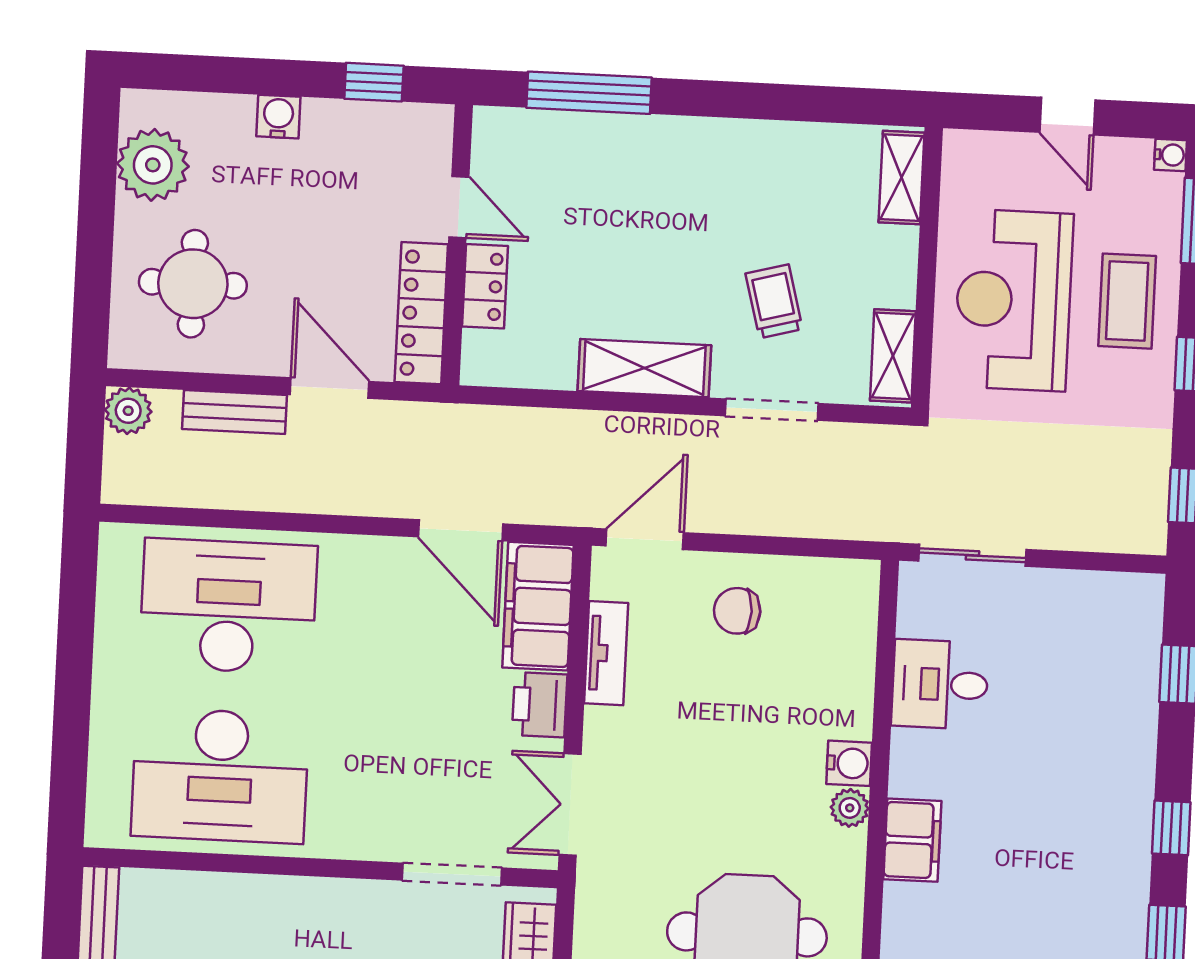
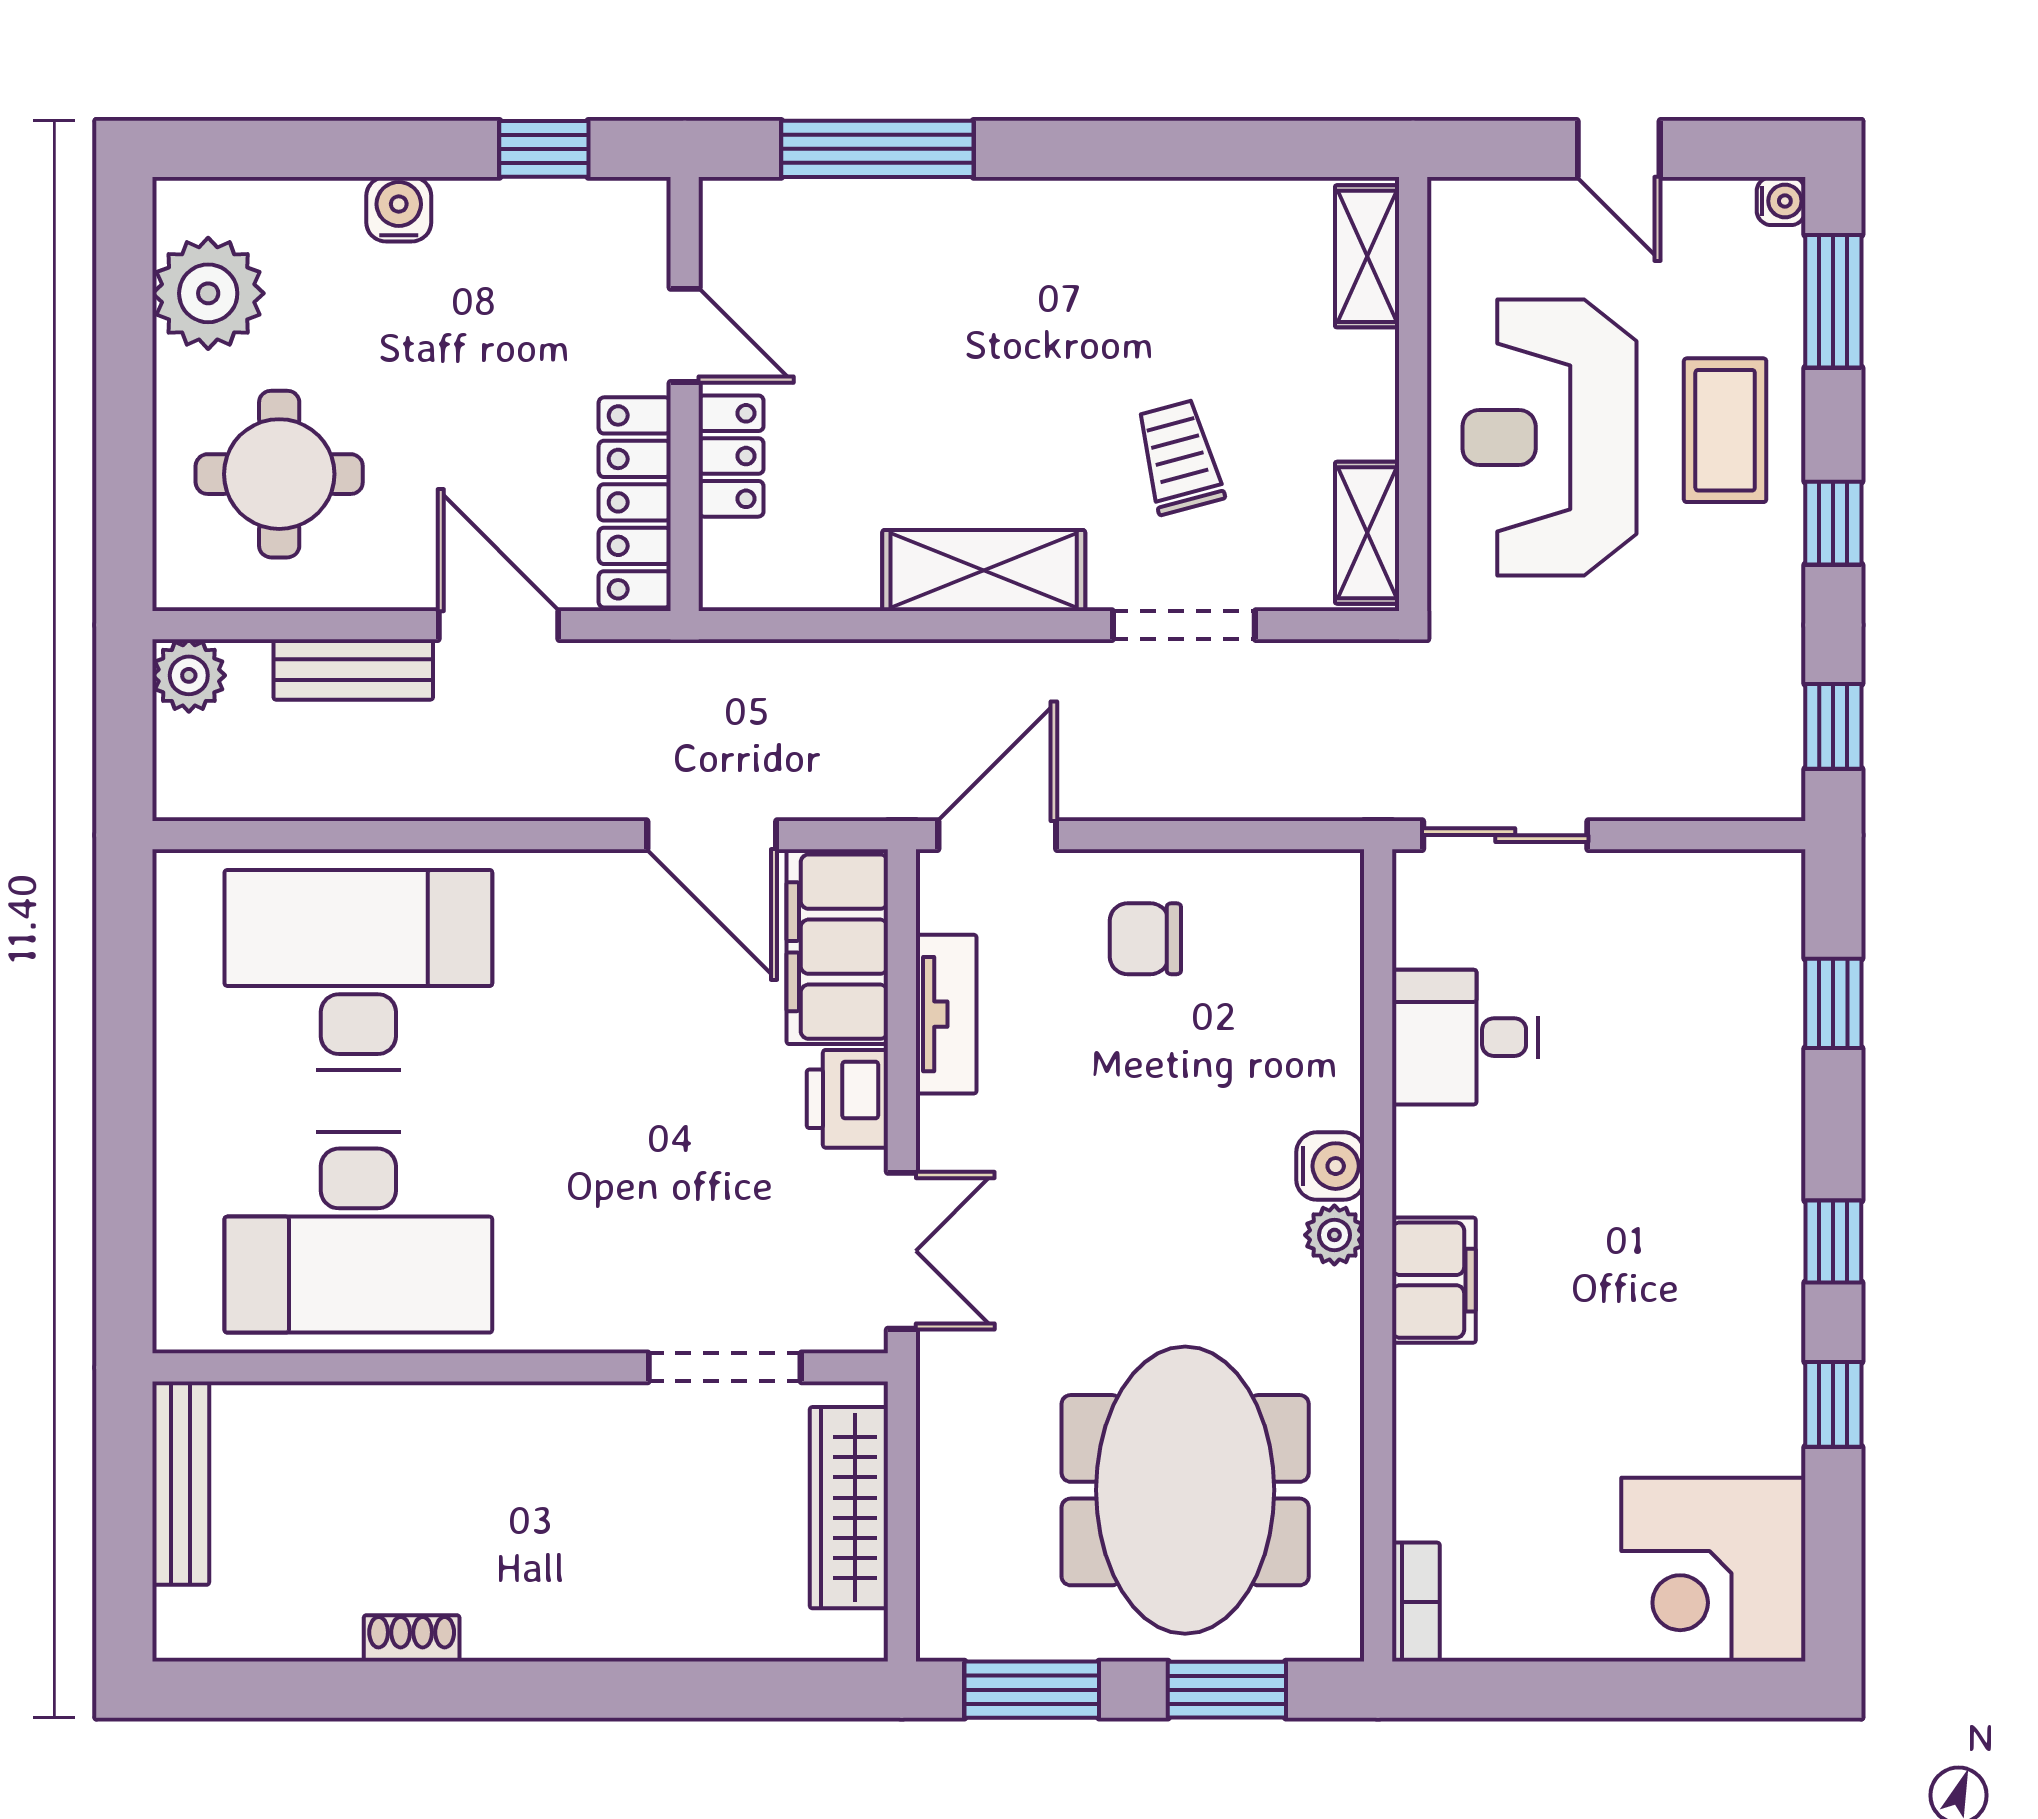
double door: (570, 804) -> (902, 1251), swing flipped

